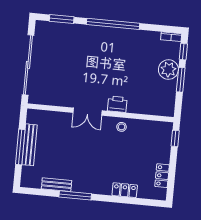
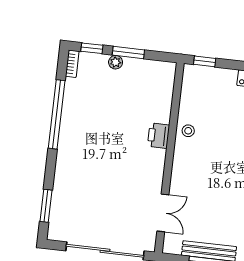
window: (113, 24) -> (57, 114), moved
plant: (168, 70) -> (116, 62), width x0.53, depth x0.53
double door: (88, 112) -> (163, 213), moved

